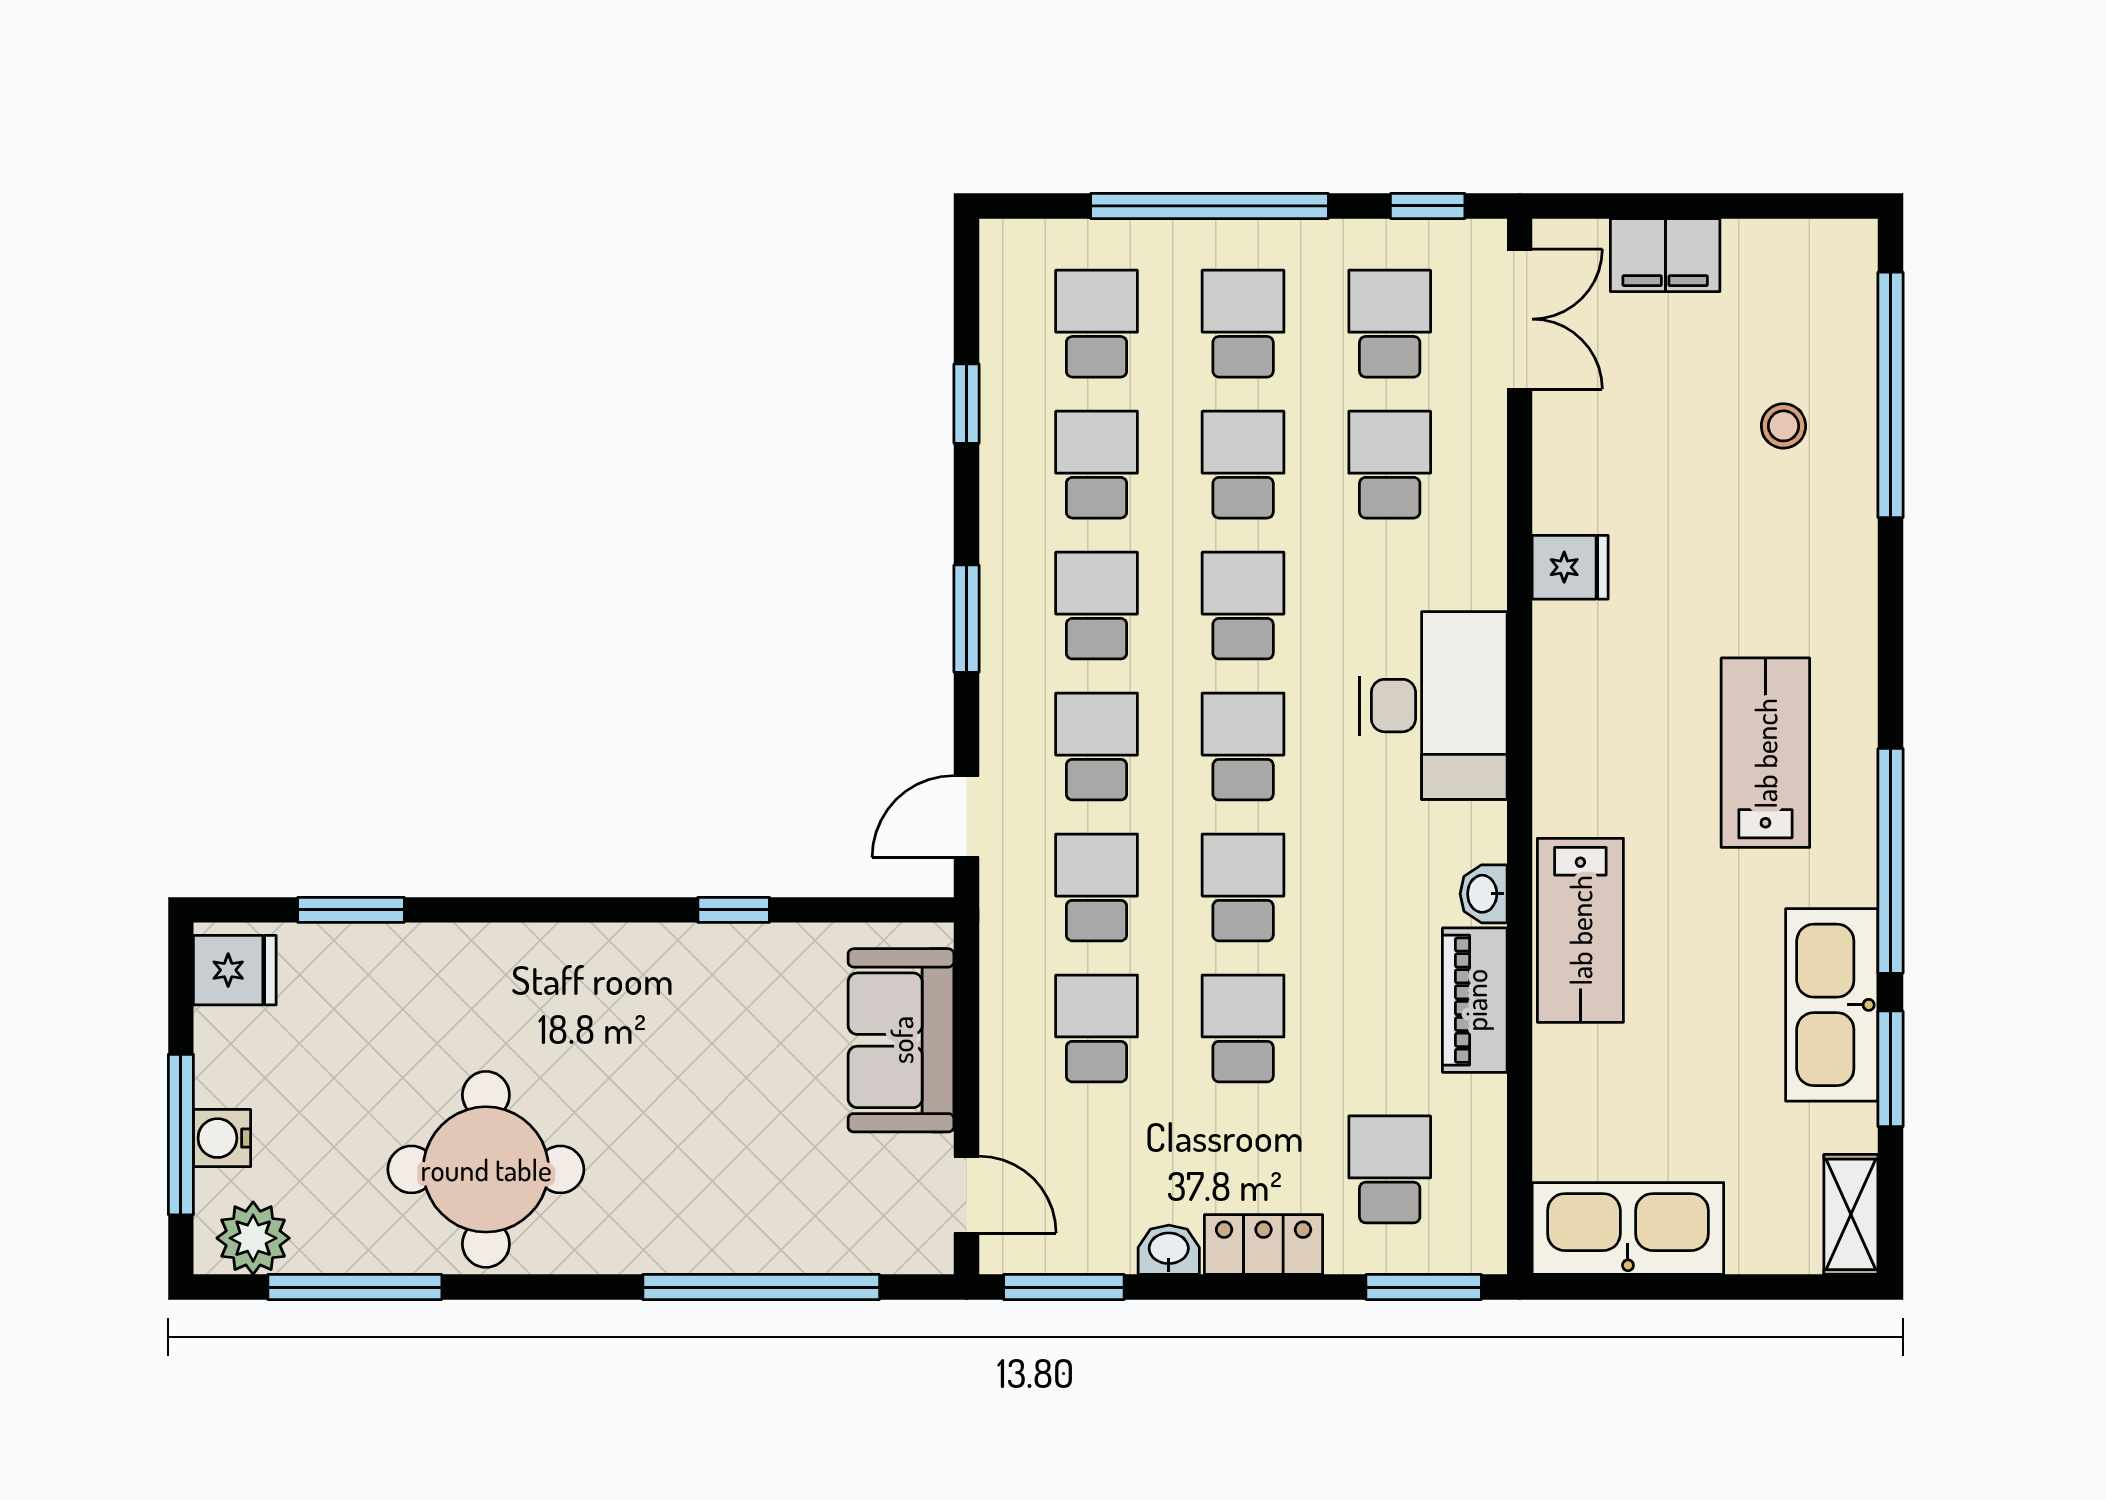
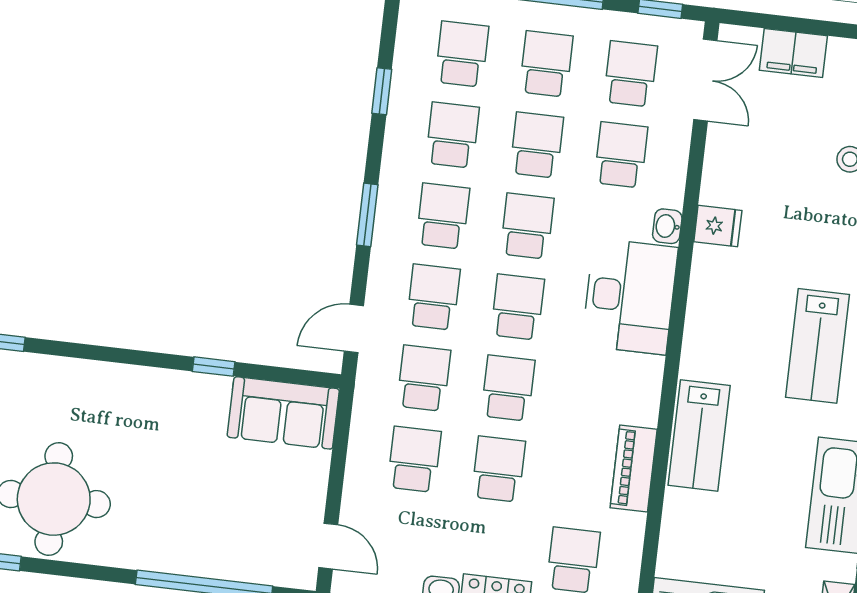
lab bench: (1765, 753) -> (817, 346), turned 180
washbasin: (1484, 894) -> (667, 226), moved
sofa: (901, 1040) -> (283, 413), moved, turned -90

